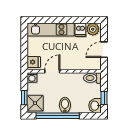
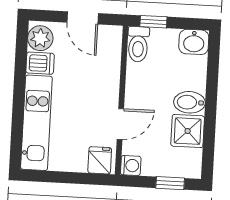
door: (52, 71) -> (120, 124), swing flipped
window: (104, 98) -> (153, 22), moved
shower: (35, 103) -> (188, 131), moved
window: (58, 116) -> (210, 118), removed

